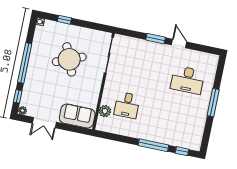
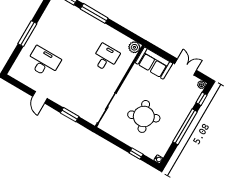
window: (156, 39) -> (70, 115), moved
plant: (105, 111) -> (134, 47), moved

